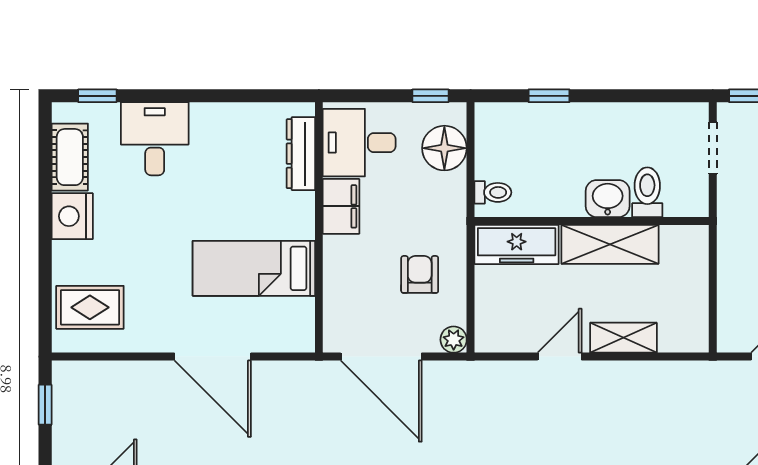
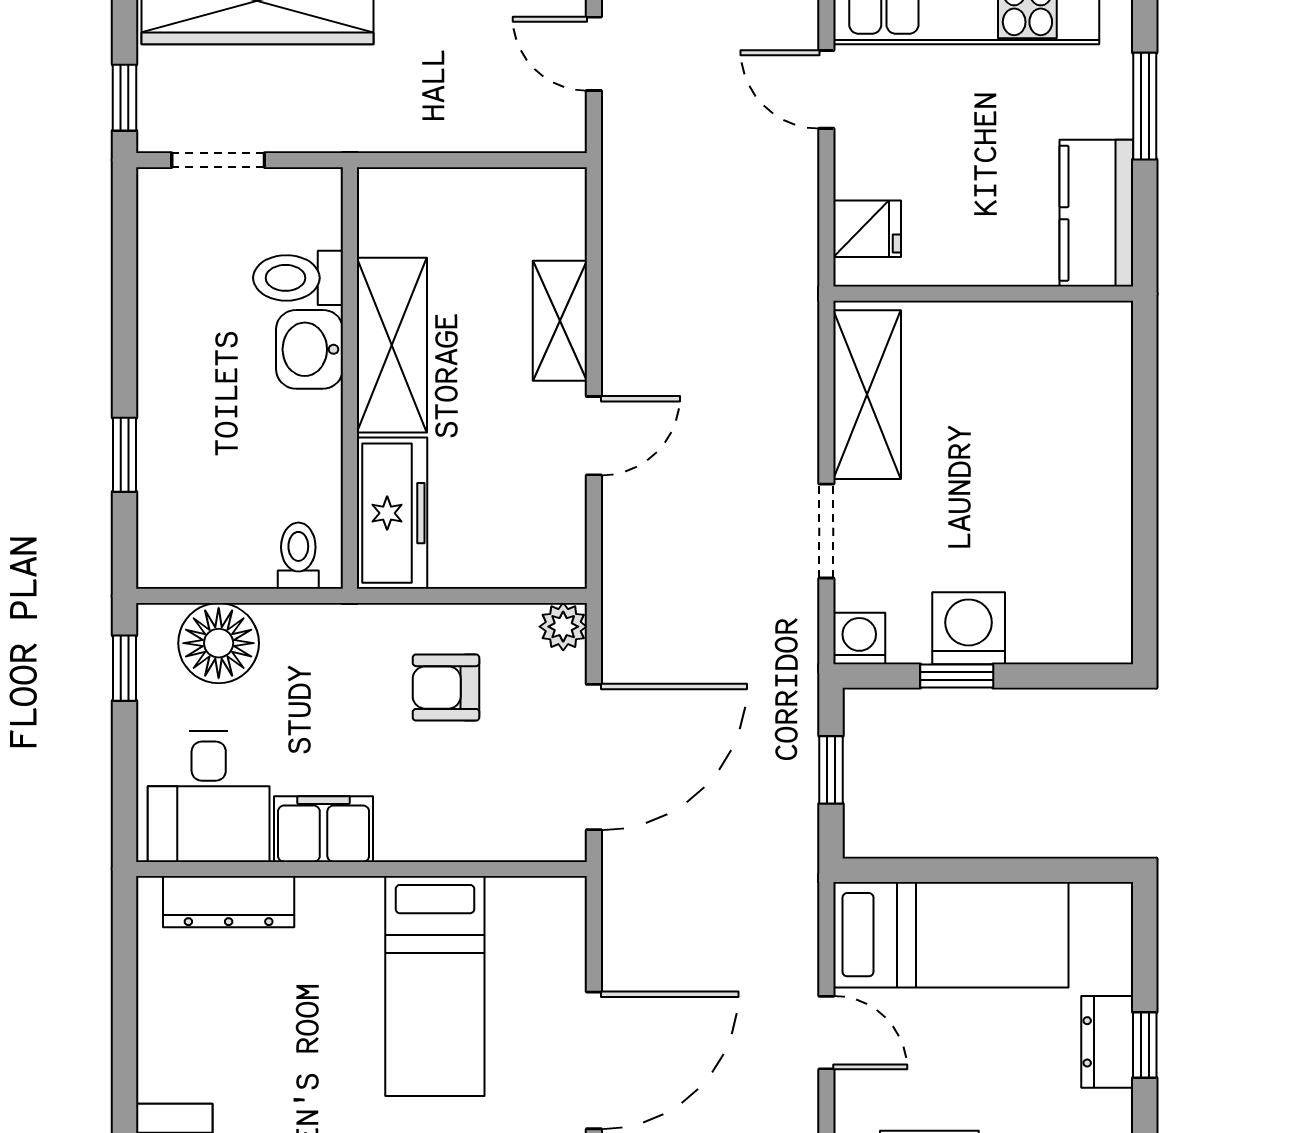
door: (560, 357) -> (594, 436), swing flipped

